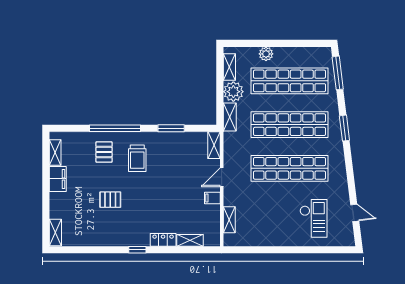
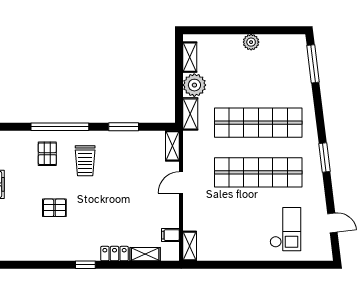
plant: (266, 54) -> (251, 42), moved
shop shelf: (290, 81) -> (258, 73), removed
window: (344, 128) -> (324, 158), moved
filing cabinet: (212, 198) -> (170, 235), moved
shelving: (229, 220) -> (190, 246), moved

